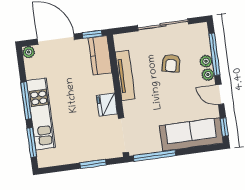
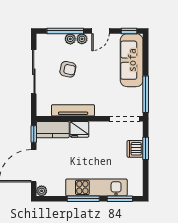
fridge: (107, 105) -> (79, 129), moved
dishwasher: (91, 152) -> (135, 149), added

